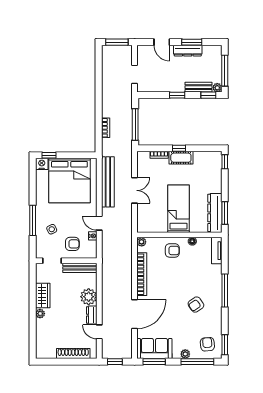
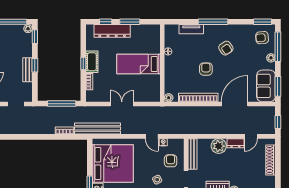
bench: (198, 87) -> (28, 70), moved
window: (225, 162) -> (106, 22), moved
bench: (108, 182) -> (98, 128), moved
dresser: (215, 213) -> (112, 31), moved
window: (225, 213) -> (130, 22), moved
door: (99, 223) -> (152, 136), hinge flipped
armchair: (172, 250) -> (206, 69), moved
tv unit: (217, 251) -> (191, 29), moved
door: (135, 314) -> (235, 104), hinge flipped

